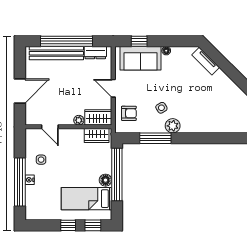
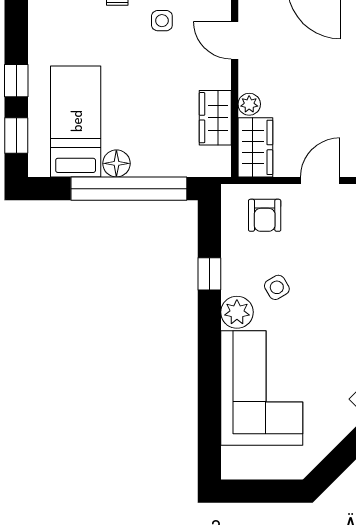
corner sofa: (207, 115) -> (262, 388), added
door: (50, 127) -> (235, 40), hinge flipped
wardrobe: (97, 136) -> (215, 118), moved
window: (155, 138) -> (209, 274), width x0.46

